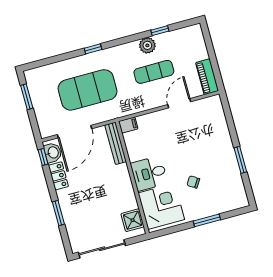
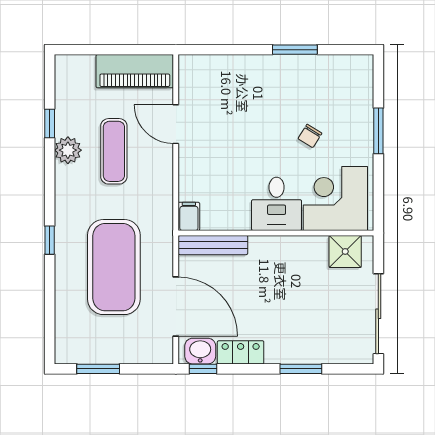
piano: (207, 77) -> (135, 71), width x1.37, depth x1.33

